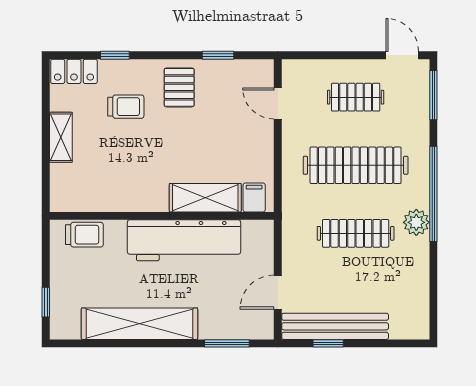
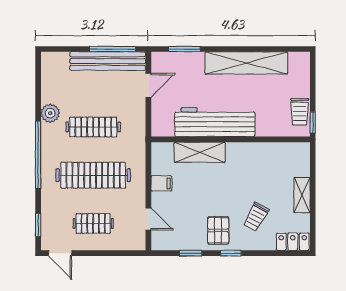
window: (115, 55) -> (231, 253), moved
window: (433, 95) -> (38, 225), width x0.67
trolley: (126, 107) -> (256, 217), turned -61
filing cabinet: (254, 197) -> (161, 183), moved, turned -90
plant: (416, 222) -> (50, 113), moved
trolley: (84, 235) -> (300, 112), moved, turned -90
window: (46, 302) -> (313, 122), moved
window: (328, 343) -> (113, 49), width x2.17

